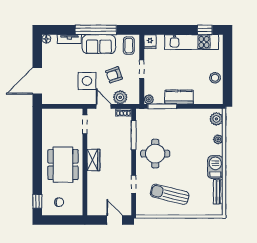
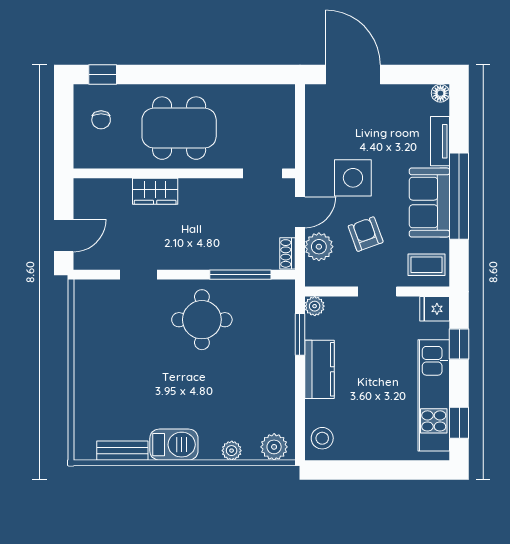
window: (167, 30) -> (459, 344), added
stool: (215, 78) -> (322, 438), moved
window: (162, 106) -> (300, 334), width x0.69
wardrobe: (93, 160) -> (155, 191), moved
sun lounger: (170, 194) -> (117, 350), removed

